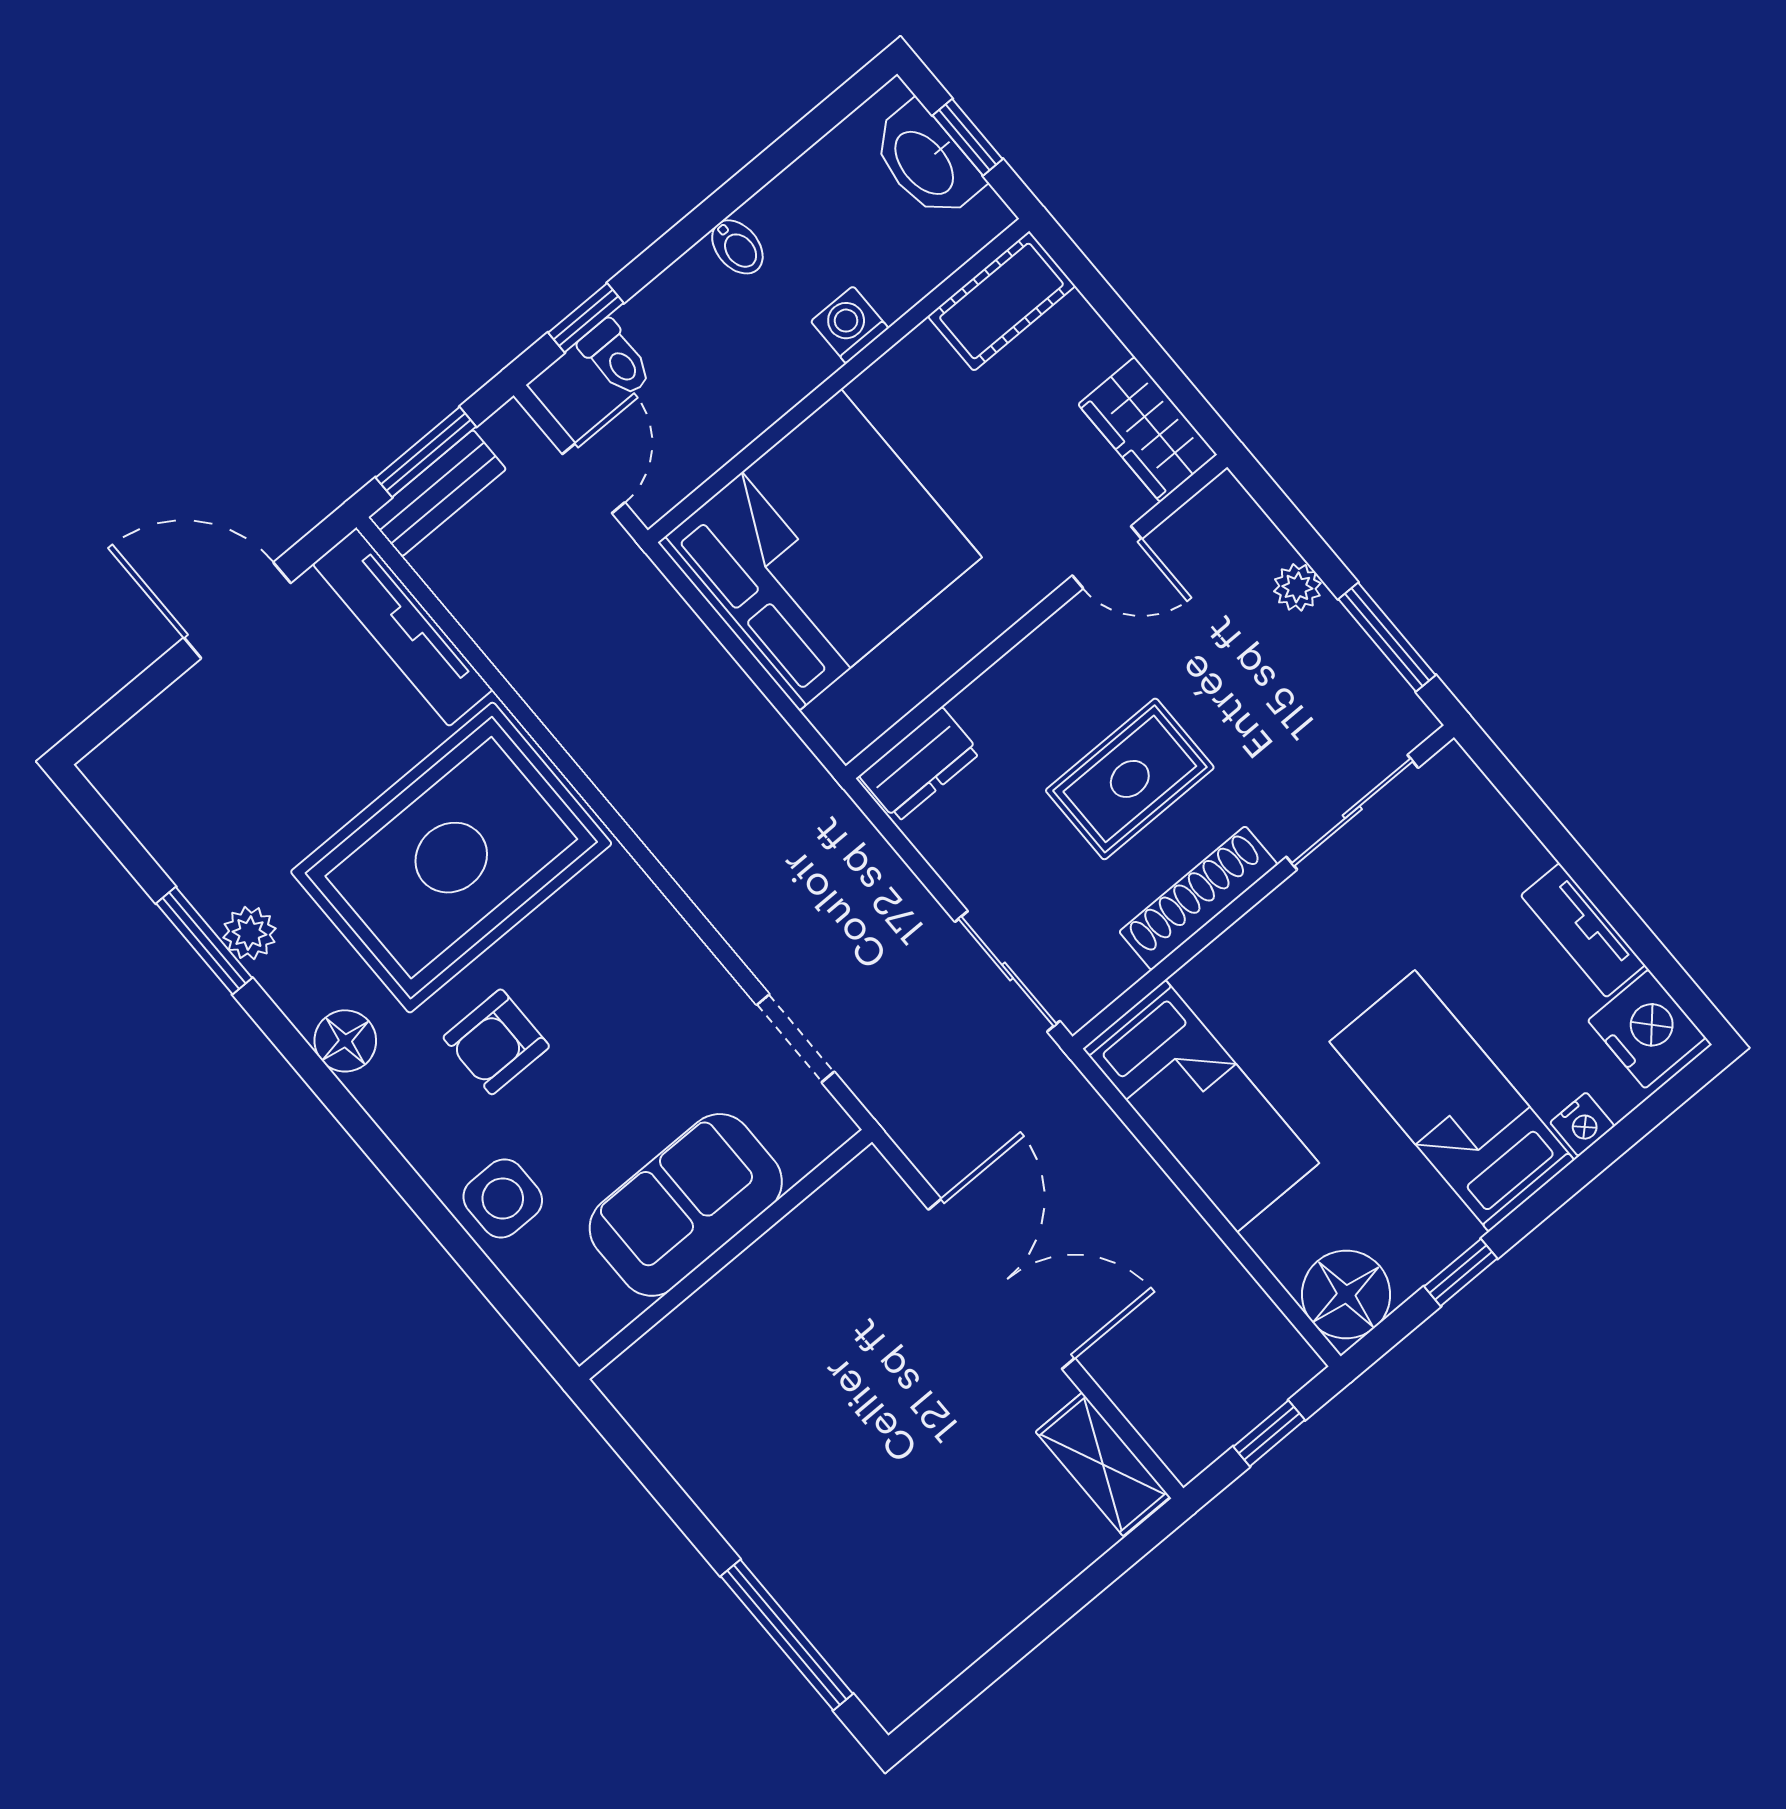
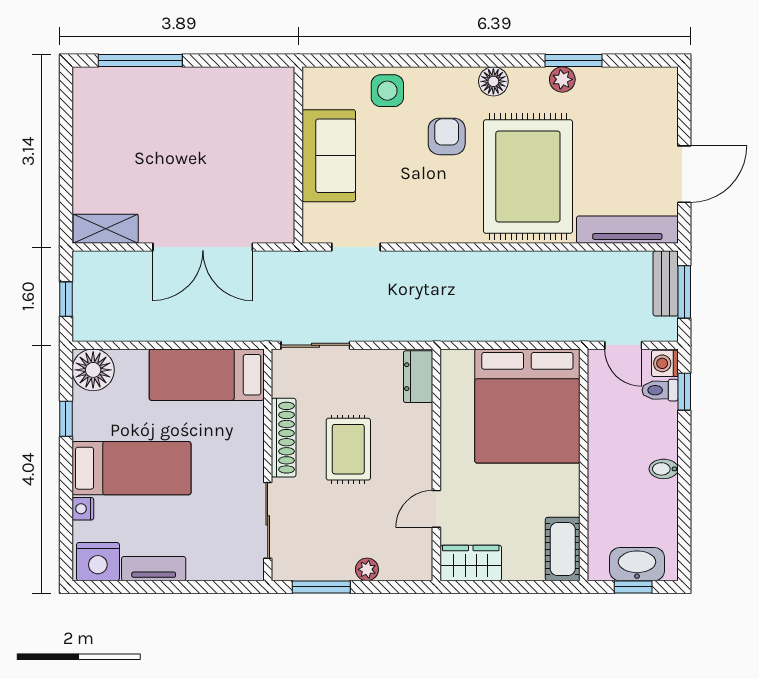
washing machine: (850, 325) -> (665, 363), moved, turned 180

